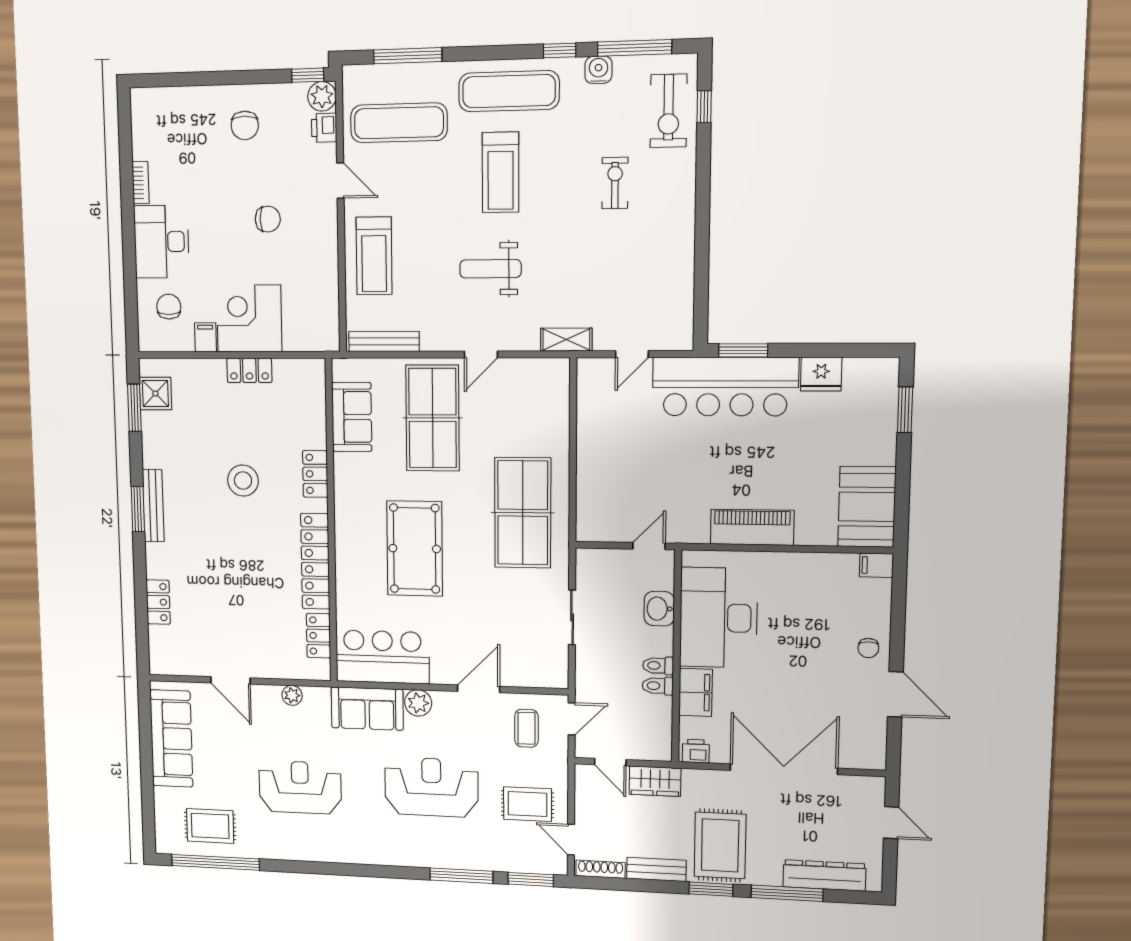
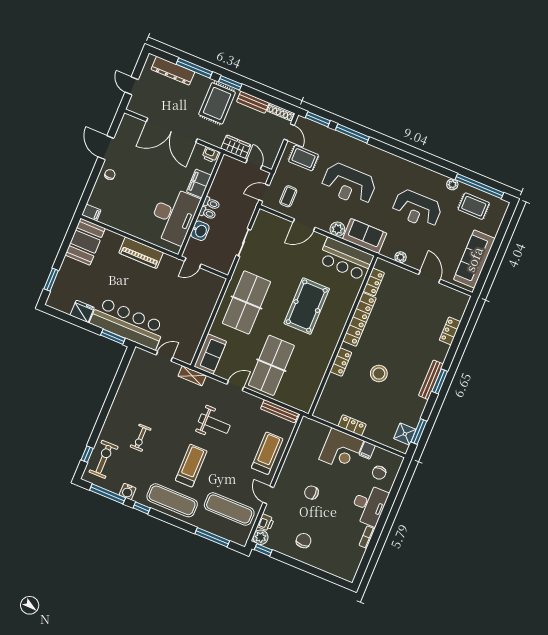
sofa: (352, 417) -> (210, 354), moved, turned 180
toilet: (658, 686) -> (208, 213), moved
plant: (260, 849) -> (452, 184), added

